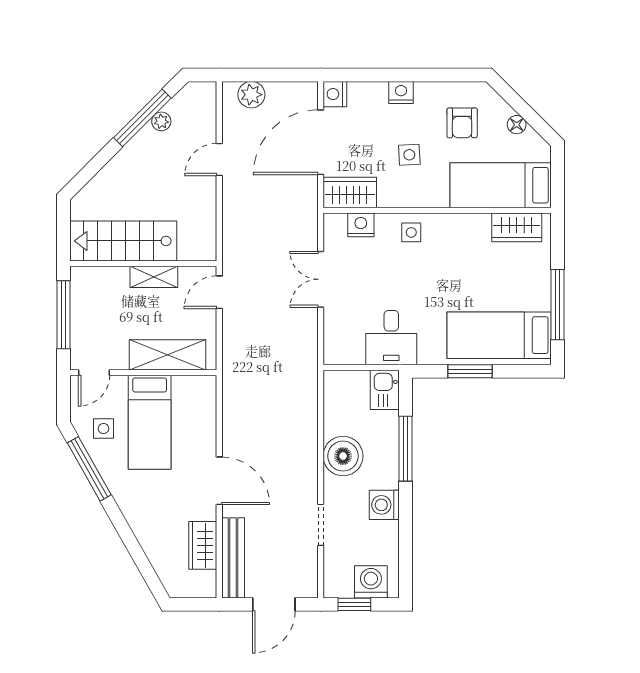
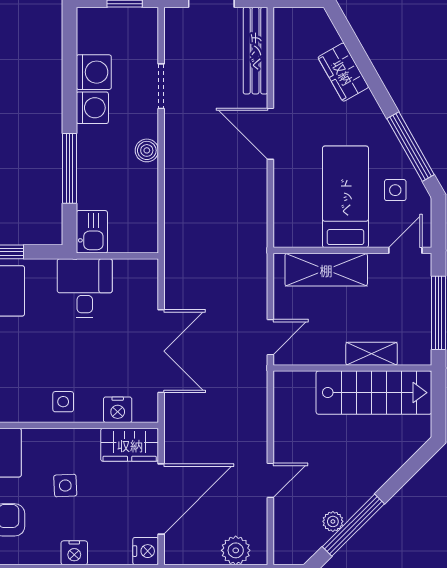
shelving: (154, 277) -> (372, 354), moved
double door: (321, 279) -> (161, 351), width x1.37
boiler: (343, 456) -> (147, 150), width x0.54, depth x0.54
wardrobe: (203, 545) -> (343, 72), moved, turned 150
washing machine: (371, 582) -> (94, 72), moved, turned -90

